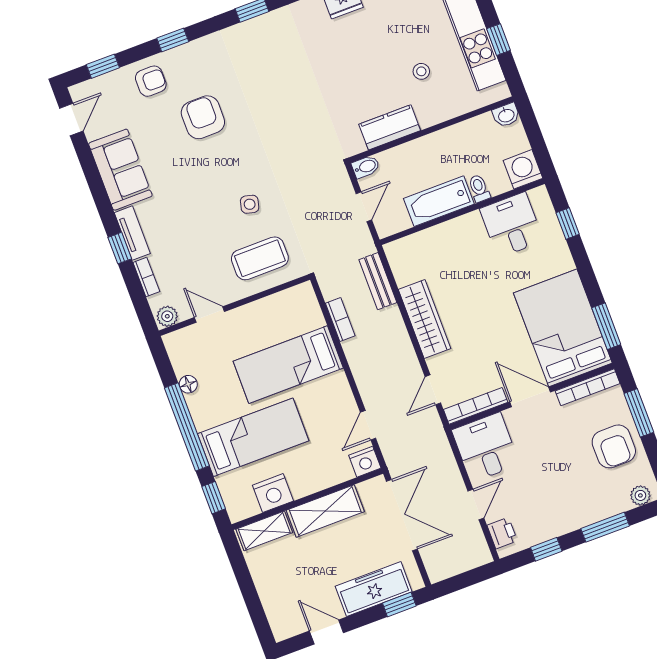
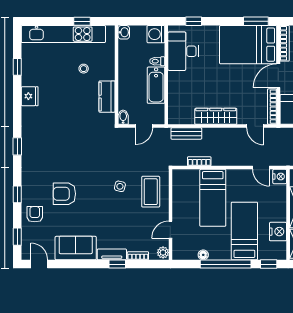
door: (364, 207) -> (144, 126), swing flipped
desk: (512, 225) -> (183, 51), width x1.37

